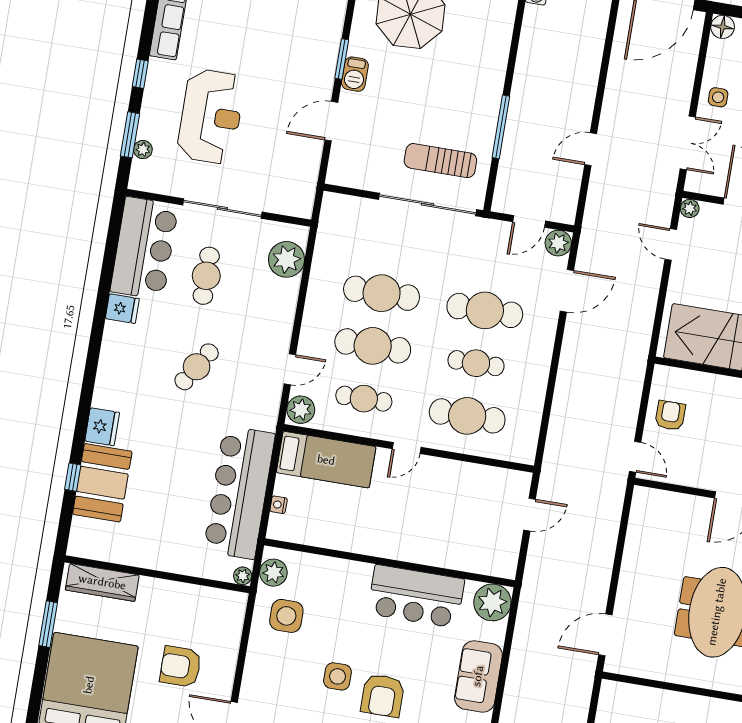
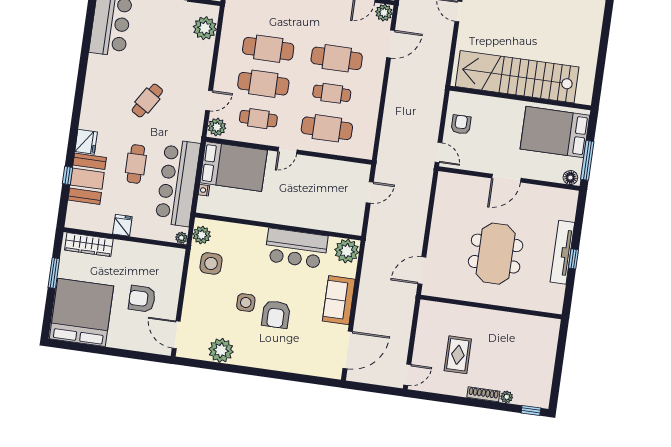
cafe table: (206, 276) -> (136, 164), moved
fridge: (122, 309) -> (122, 225), moved, turned -90
bed: (326, 460) -> (234, 167), width x1.50

